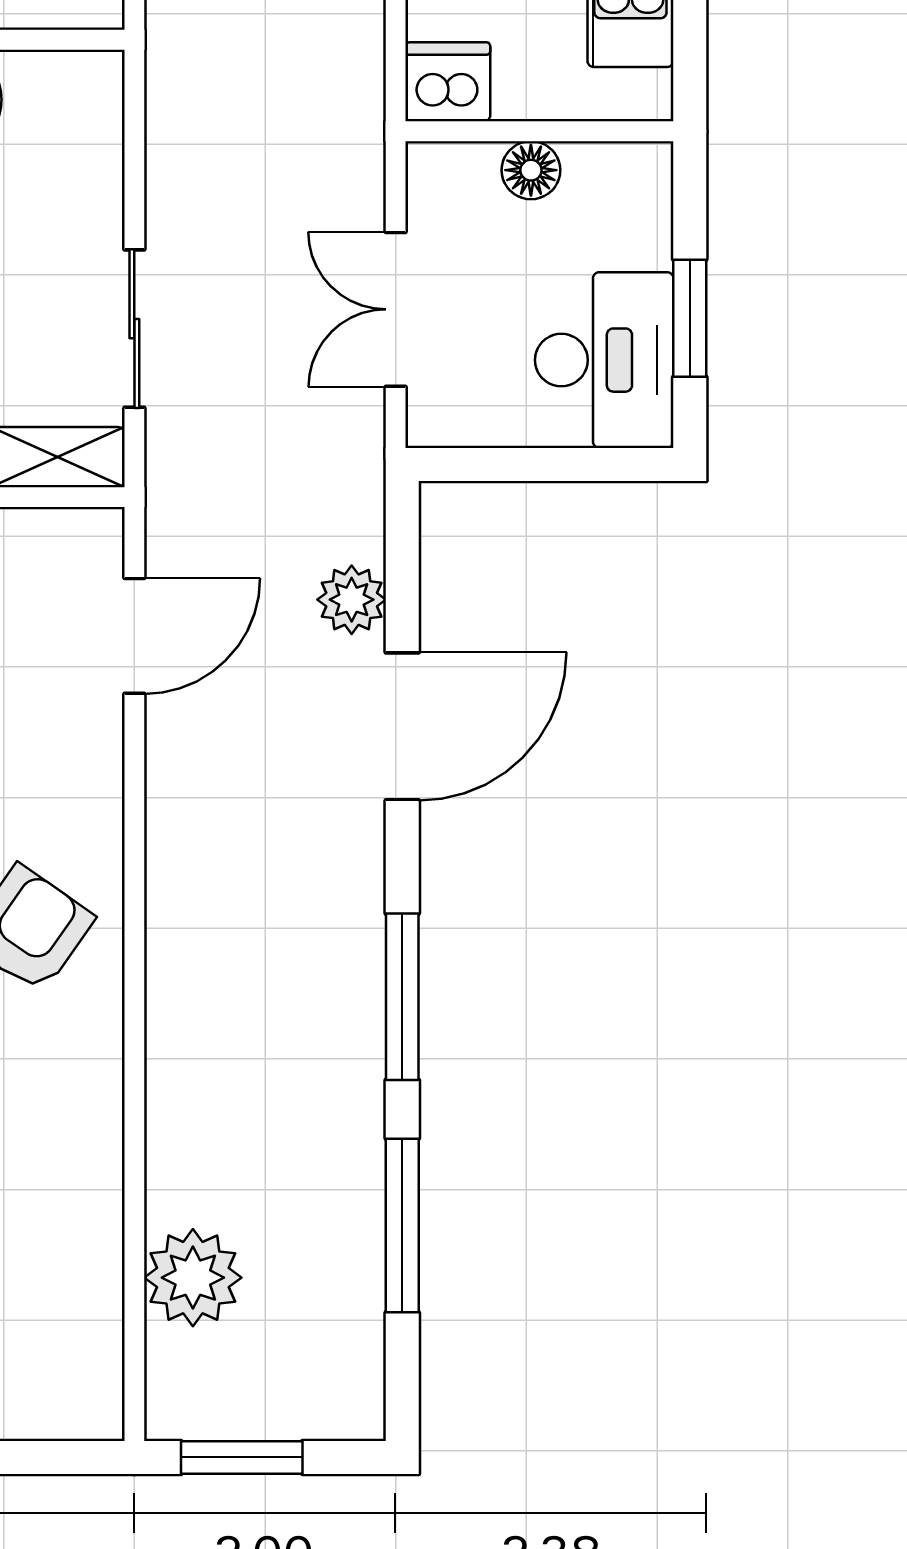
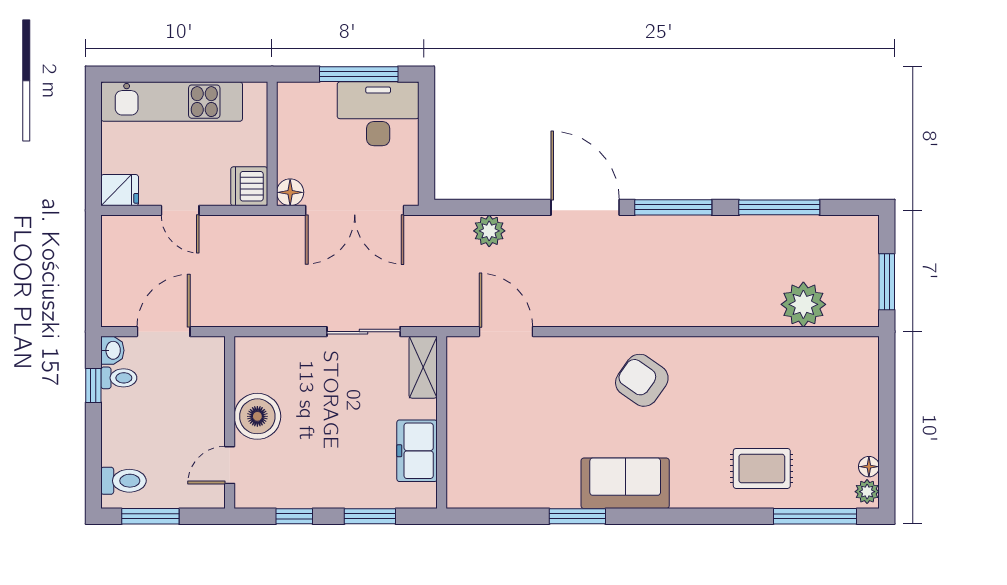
floor lamp: (531, 170) -> (290, 192), moved
double door: (396, 309) -> (355, 210), width x1.37
window: (690, 318) -> (359, 74), width x1.44
door: (402, 726) -> (585, 207), moved

